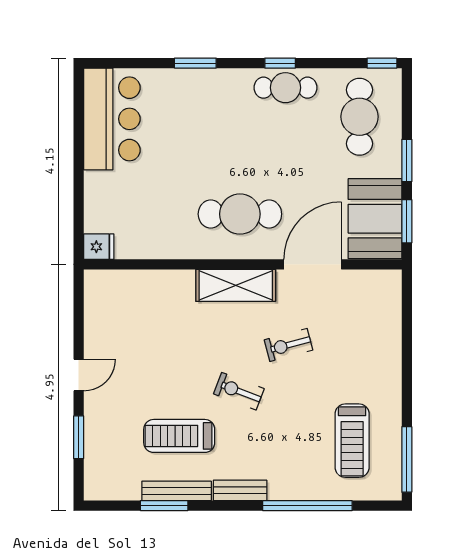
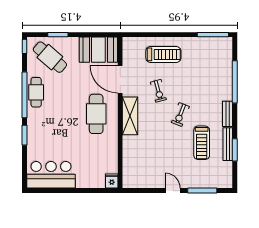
window: (280, 63) -> (24, 95), width x3.17
cafe table: (359, 117) -> (50, 57), turned 41
window: (407, 161) -> (58, 35), moved
window: (407, 221) -> (100, 35), removed
window: (79, 437) -> (202, 191), width x1.44
treadmill: (352, 441) -> (163, 54), moved

